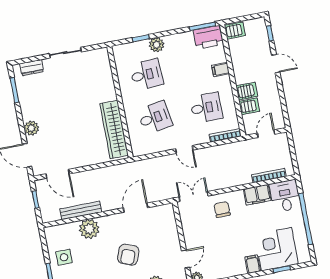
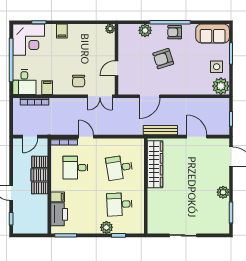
server rack: (235, 31) -> (40, 188), moved
printer: (208, 37) -> (59, 214), moved, turned 90
dresser: (32, 68) -> (213, 228), removed
plant: (31, 128) -> (223, 192), moved
door: (184, 149) -> (86, 137), moved
door: (58, 174) -> (197, 137), moved
filing cabinet: (257, 195) -> (47, 88), width x0.50
bench: (81, 210) -> (160, 130), moved
plant: (89, 229) -> (221, 86), moved
corner desk: (276, 249) -> (29, 40), moved
armchair: (128, 255) -> (163, 59), turned -129
door: (186, 259) -> (117, 68), moved

